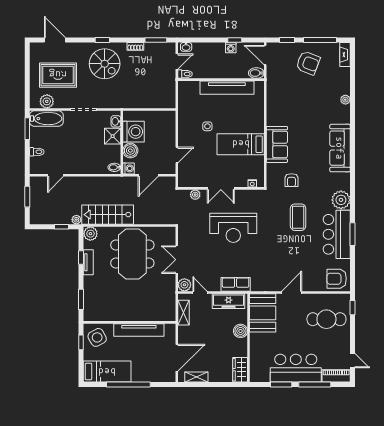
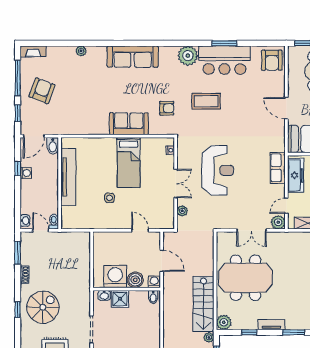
tv unit: (88, 262) -> (271, 325), moved

